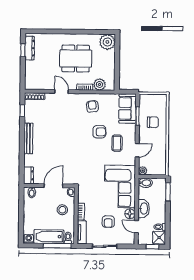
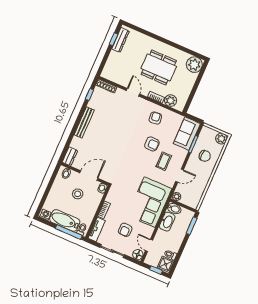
plant: (161, 100) -> (221, 139), added
washbasin: (144, 209) -> (167, 222), moved
stool: (62, 210) -> (78, 194), moved
floor lamp: (130, 214) -> (138, 255), moved

